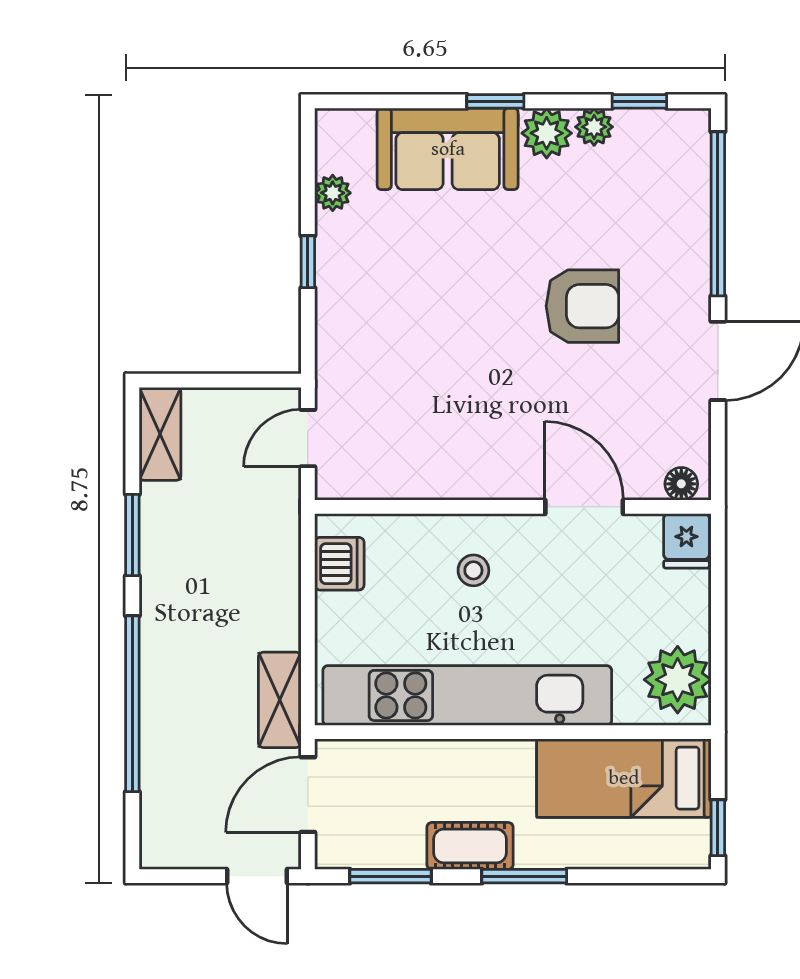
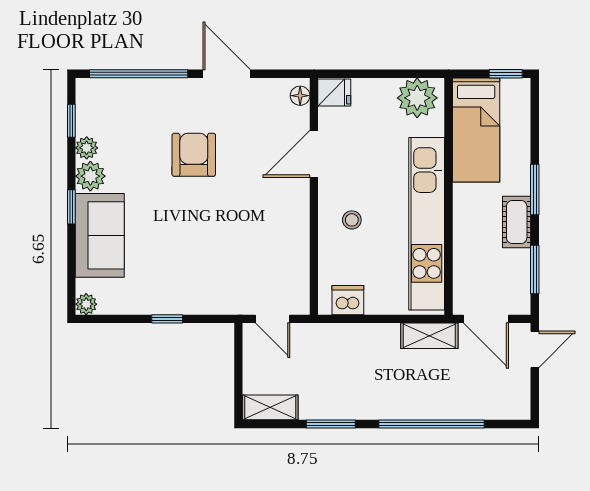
plant: (333, 193) -> (86, 304), moved

